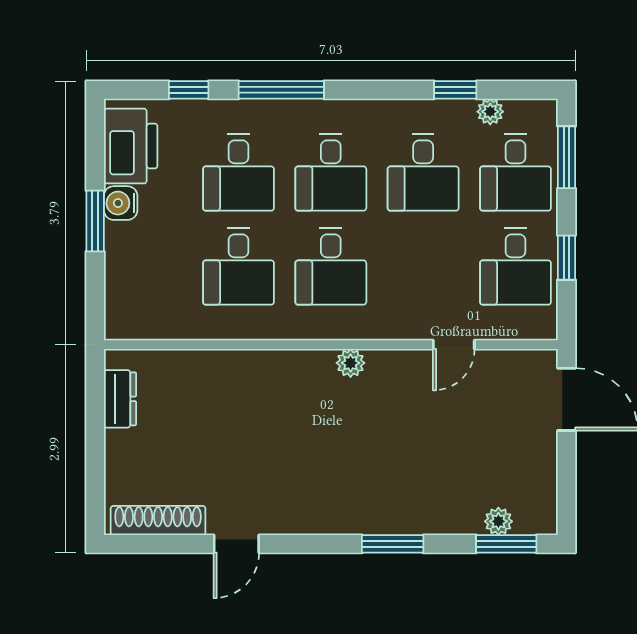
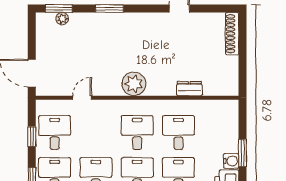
plant: (351, 363) -> (134, 84), width x1.88, depth x1.88
dresser: (120, 399) -> (189, 89), moved, turned 90
shoe rack: (158, 521) -> (232, 34), moved, turned 90

